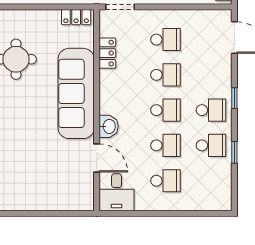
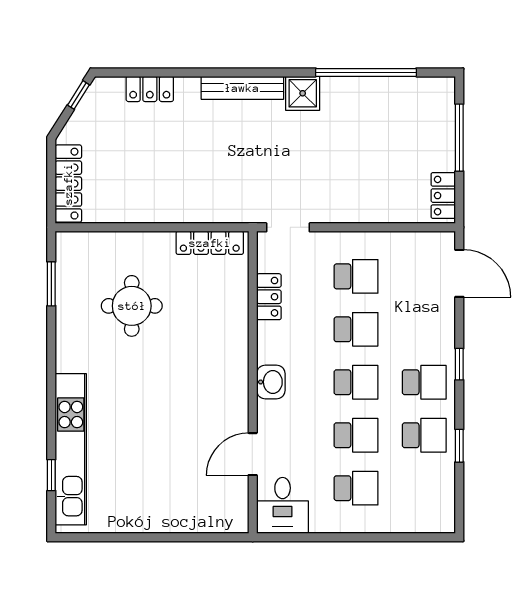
locker: (76, 17) -> (210, 243), width x1.53
sofa: (76, 93) -> (222, 357), removed
washbasin: (109, 126) -> (271, 382), moved
door: (97, 158) -> (253, 454), swing flipped

